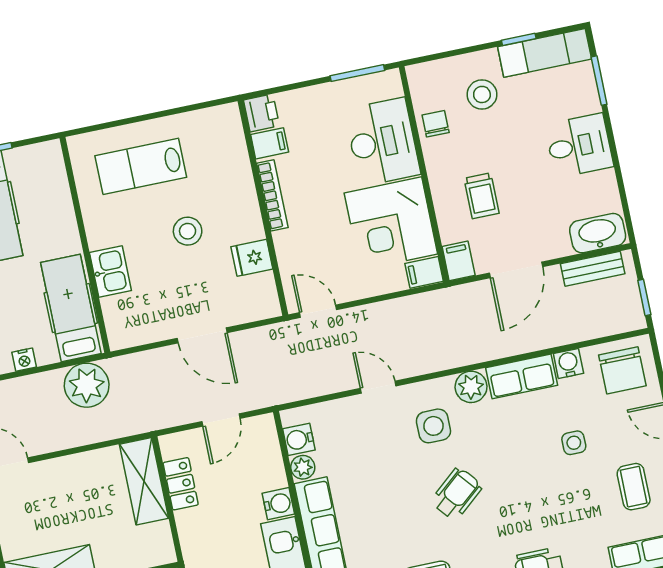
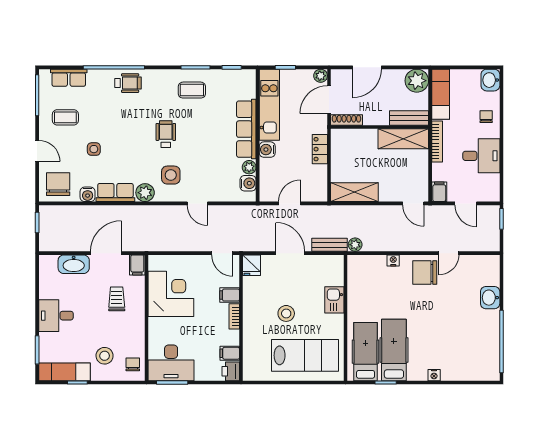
chair: (436, 124) -> (133, 364), moved, turned 180
desk: (382, 142) -> (171, 363), moved, turned -90
lab bench: (141, 166) -> (305, 355), width x1.36, depth x1.39
bookcase: (272, 195) -> (234, 316), width x0.64
washbasin: (598, 233) -> (74, 264), moved
fridge: (252, 258) -> (251, 265), moved, turned 90
bench: (593, 269) -> (329, 245), moved
filing cabinet: (424, 272) -> (230, 295), moved, turned 180
hospital bed: (71, 308) -> (366, 352), moved, turned 180
plant: (87, 385) -> (355, 245), width x0.53, depth x0.53
shelving: (144, 481) -> (354, 192), moved, turned 90
locker: (181, 484) -> (320, 149), moved
coffee table: (634, 487) -> (65, 117), turned 90
wheelchair: (457, 494) -> (166, 134), turned 130

